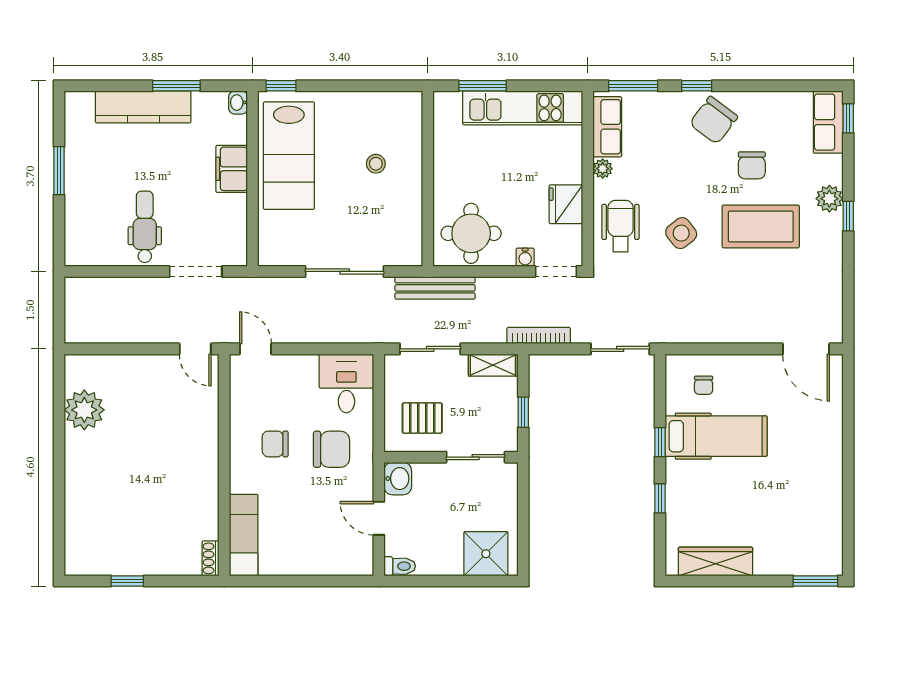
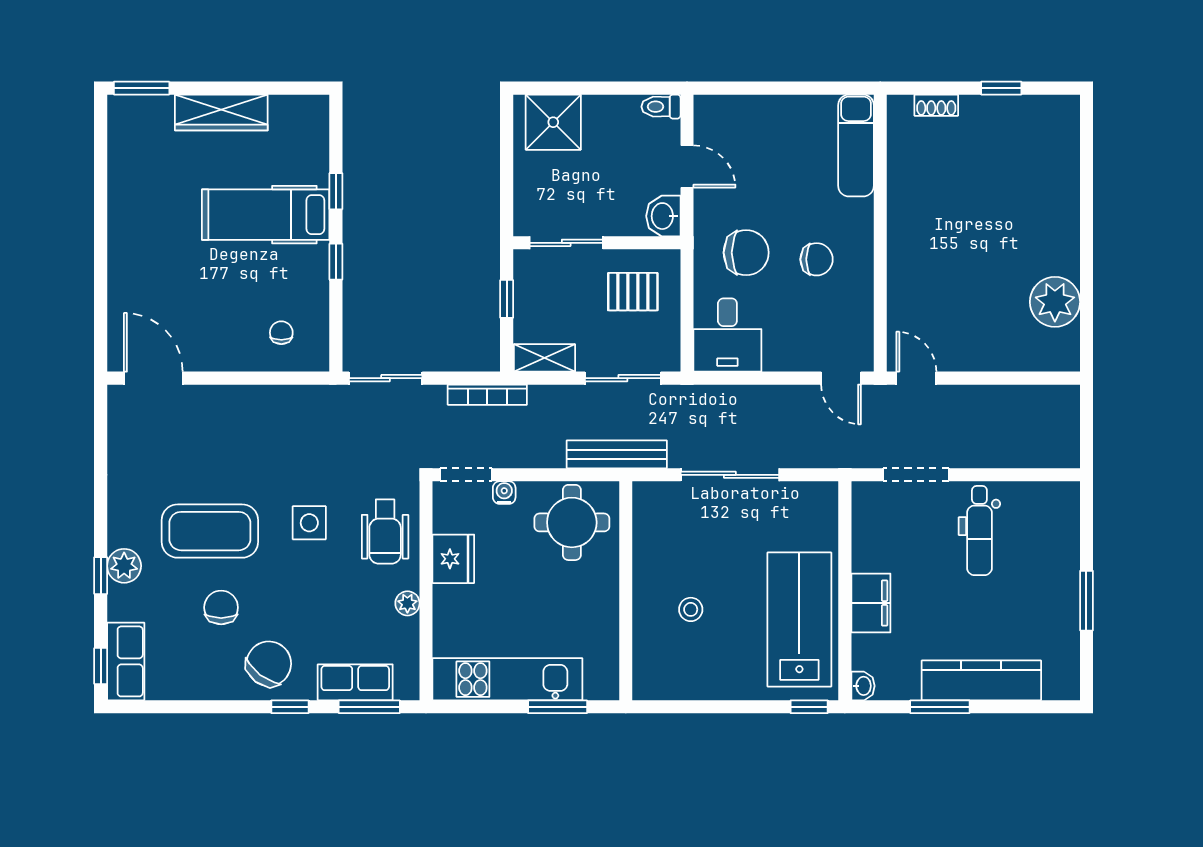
row of seats: (607, 127) -> (355, 682), moved, turned 90
window: (848, 216) -> (101, 576), moved
side table: (681, 233) -> (309, 523), turned 38
hospital bed: (716, 436) -> (266, 215), moved
chair: (332, 449) -> (746, 253), turned 180
shoe rack: (210, 558) -> (936, 105), moved, turned 90
wardrobe: (716, 561) -> (221, 113), moved

